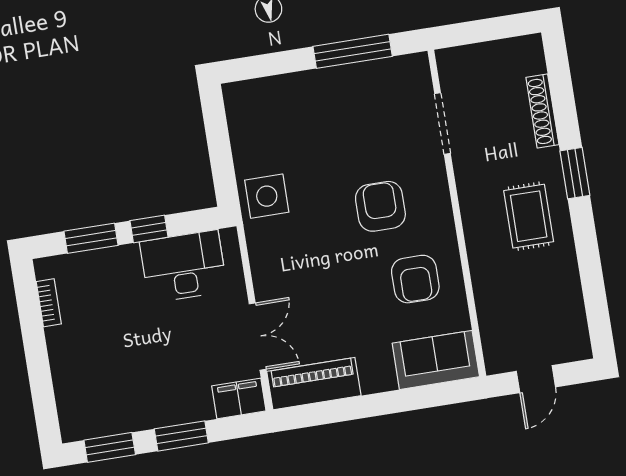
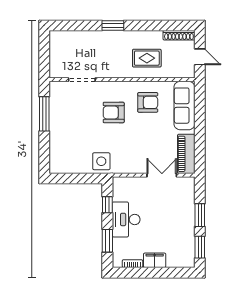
shoe rack: (542, 111) -> (179, 35), moved
rug: (529, 216) -> (147, 58), moved
window: (149, 229) -> (107, 205), moved
desk: (183, 266) -> (126, 219), moved
sofa: (436, 360) -> (184, 106), width x1.36
filing cabinet: (239, 398) -> (155, 260), moved, turned 90

